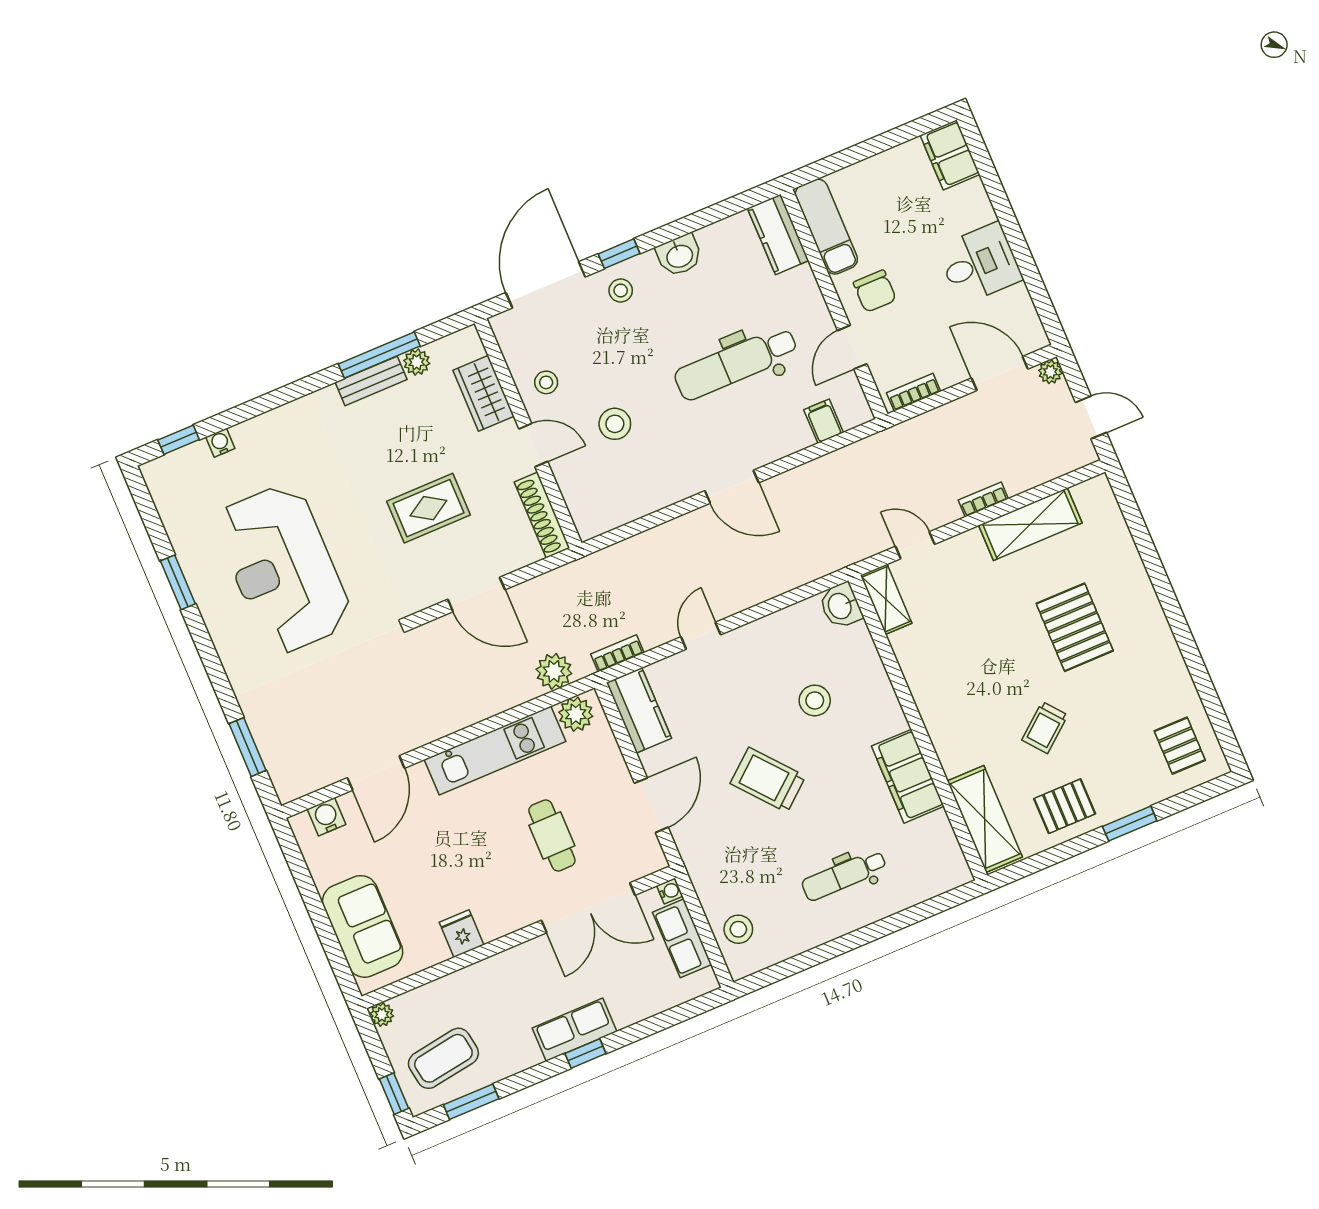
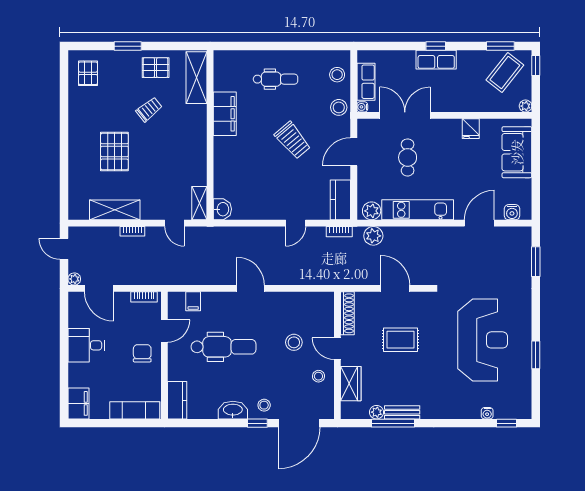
exam couch: (826, 227) -> (135, 410), moved, turned 90
washbasin: (679, 255) -> (233, 410), width x1.38
stool: (815, 700) -> (339, 107), moved
coffee table: (443, 1058) -> (505, 73), turned -43

